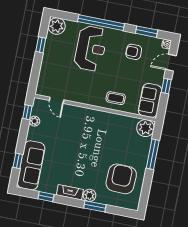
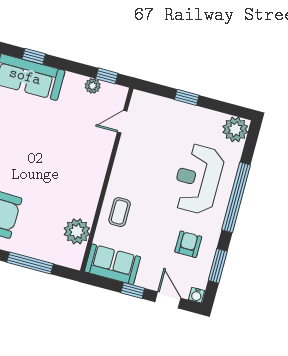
window: (41, 45) -> (187, 97), moved
reception desk: (91, 48) -> (198, 179), turned 90
plant: (146, 128) -> (77, 231), moved

